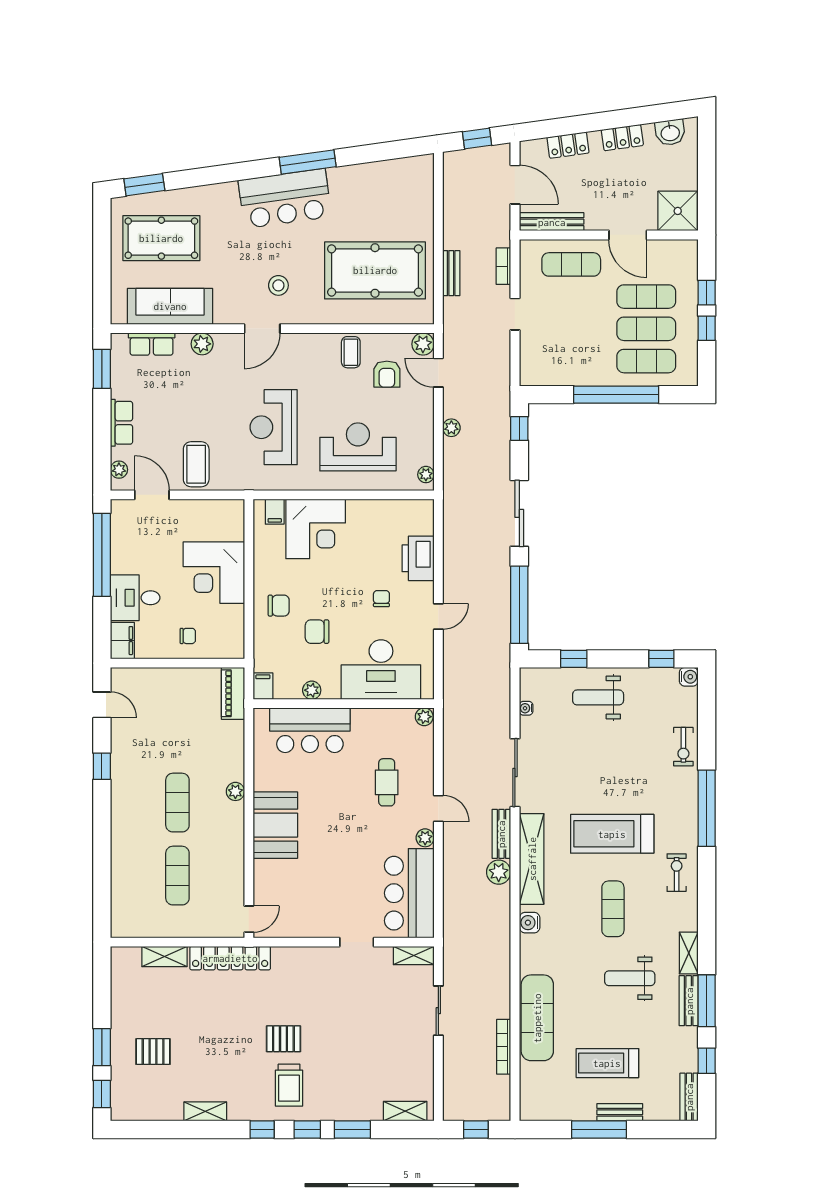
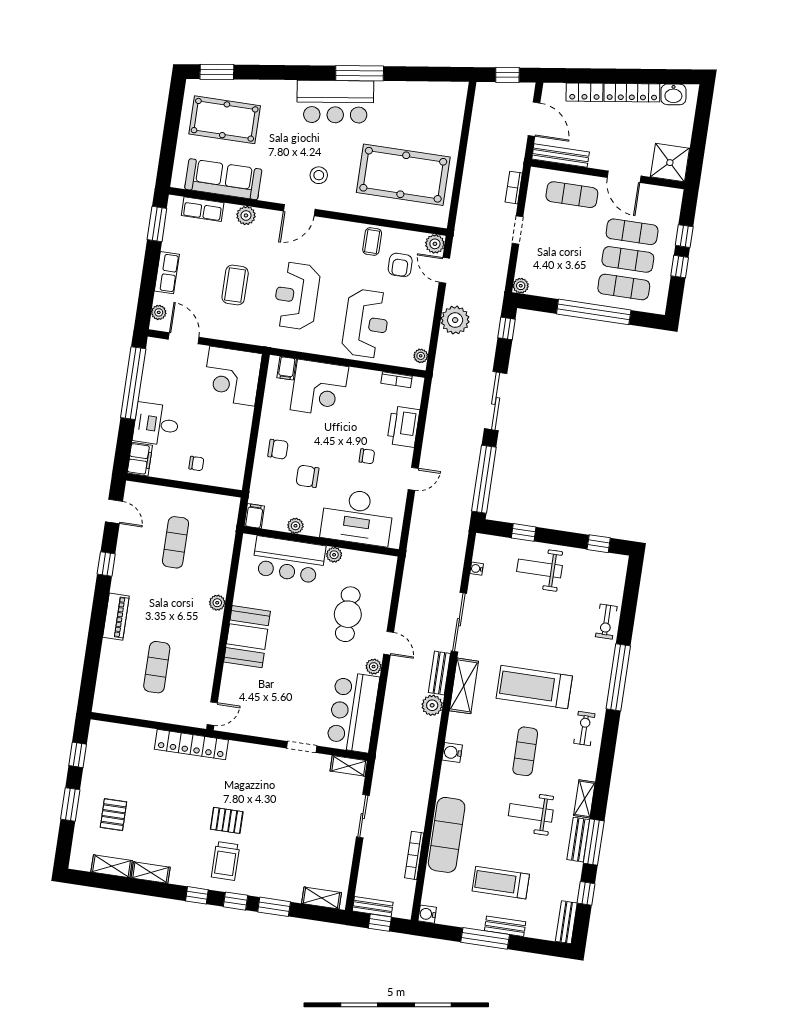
locker: (622, 138) -> (632, 93), width x1.53
bench: (451, 273) -> (373, 907), moved, turned 90
plant: (528, 377) -> (521, 286), added
plant: (451, 428) -> (455, 320), width x1.87, depth x1.87
reception desk: (358, 447) -> (366, 324), turned 90
coffee table: (196, 464) -> (235, 285), moved
bookcase: (402, 506) -> (396, 380), added
corner desk: (214, 573) -> (232, 376), moved
chair: (381, 599) -> (367, 456), turned 90
water cooler: (689, 677) -> (427, 914), moved, turned 180
piano: (233, 693) -> (116, 617), moved, turned 180
plant: (424, 717) -> (334, 555), moved
cafe table: (387, 782) -> (348, 614), width x1.37, depth x1.35
exercise mat: (177, 803) -> (176, 542), moved
shelving: (532, 859) -> (464, 686), width x0.68
shelving: (164, 957) -> (112, 866), moved
pallet: (153, 1052) -> (113, 815), turned 90
window: (102, 1094) -> (78, 755), moved

